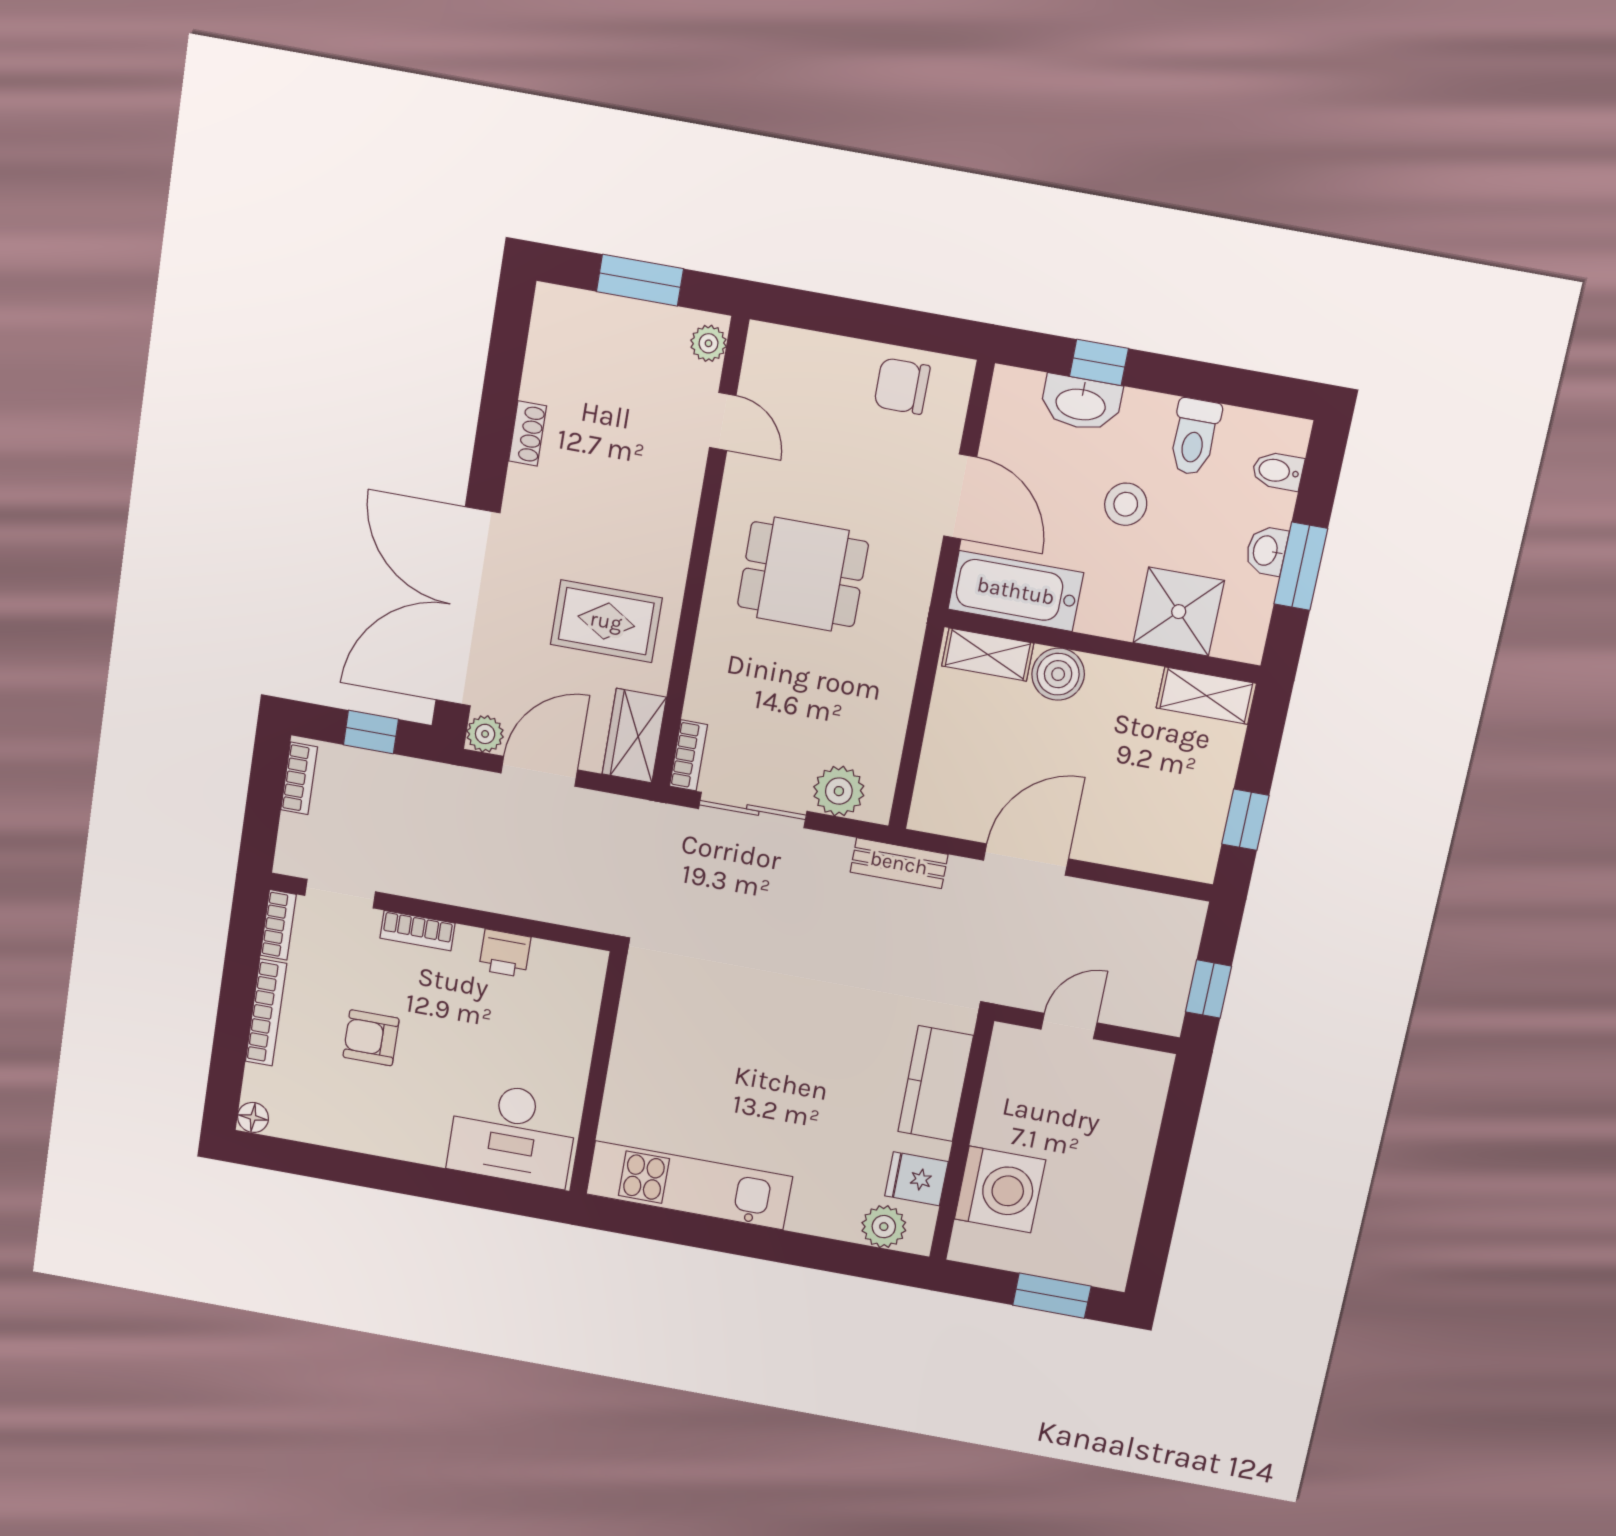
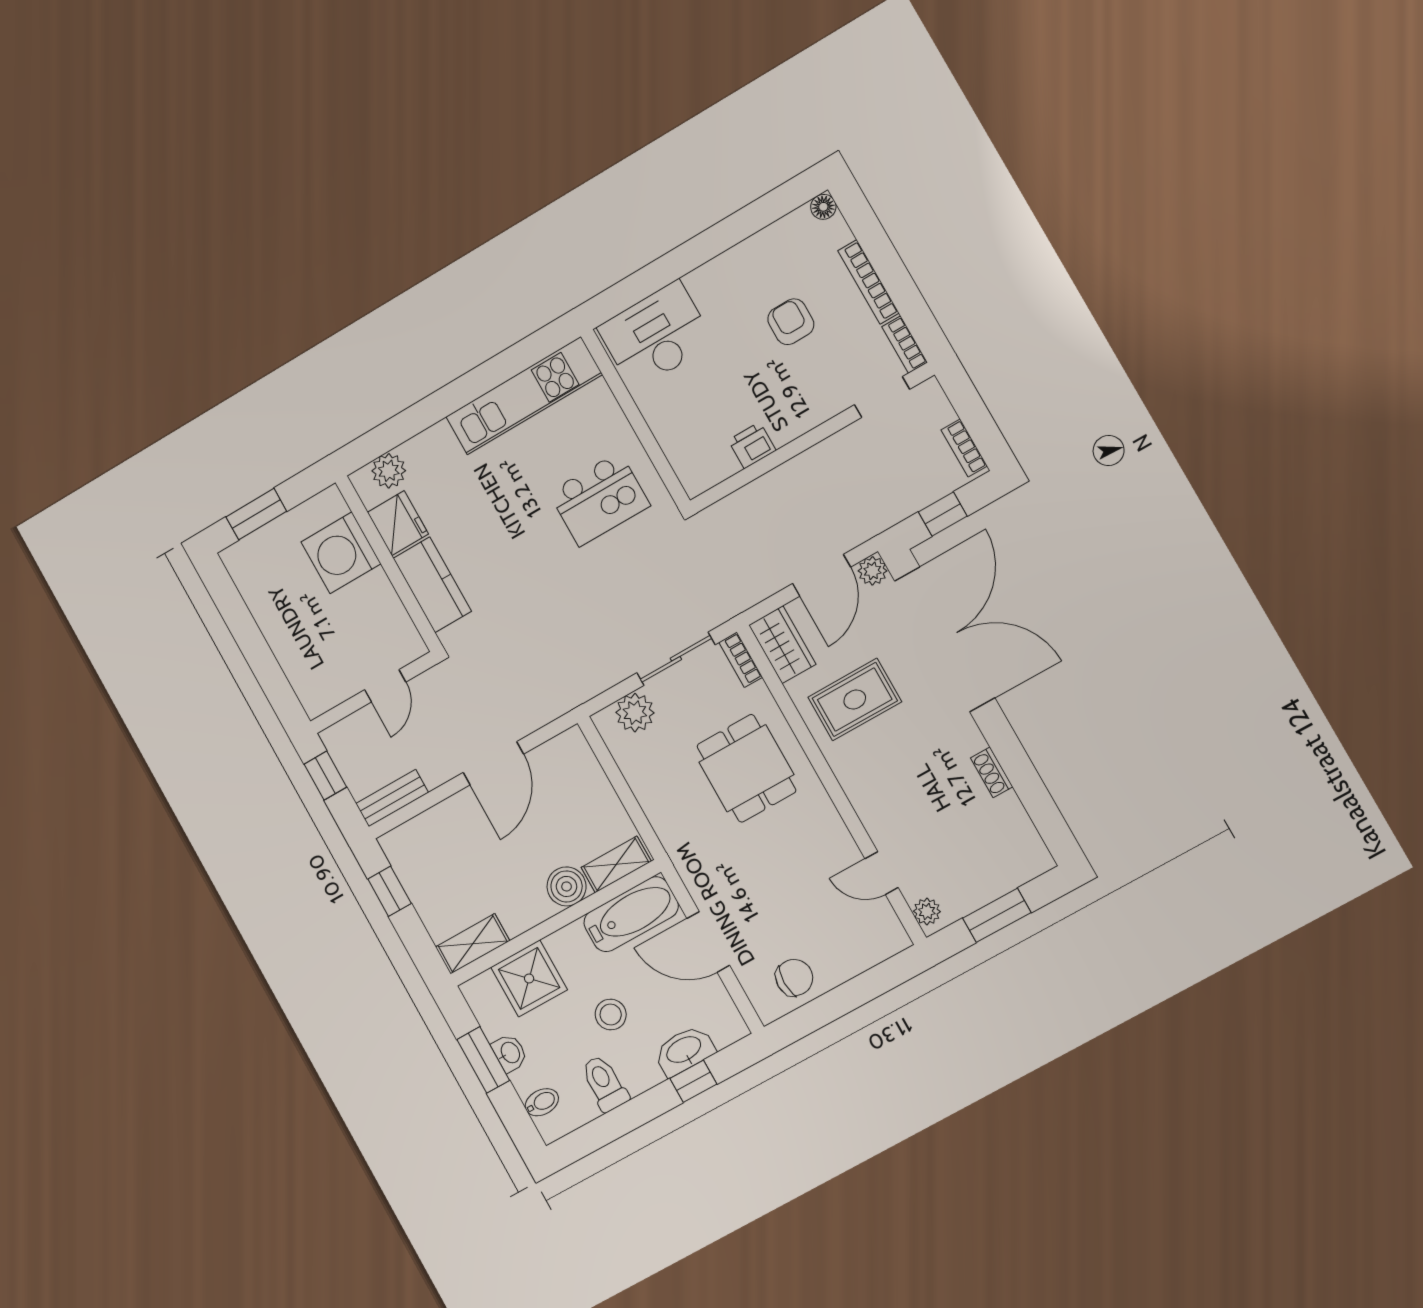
dining table: (803, 574) -> (746, 768), moved, turned 90
bench: (899, 863) -> (392, 798), moved
bookcase: (418, 931) -> (816, 414), removed
kitchen island: (698, 1027) -> (599, 499), added
armchair: (371, 1038) -> (791, 322), turned -90
fridge: (916, 1179) -> (398, 523), width x1.38

